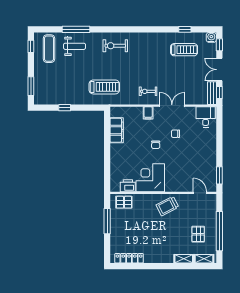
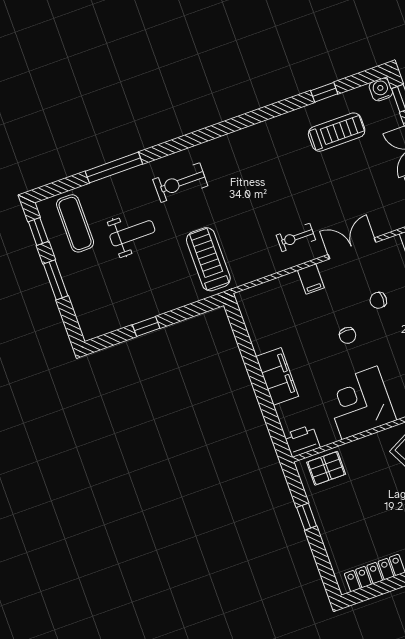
weight bench: (75, 46) -> (132, 233), moved
exercise bike: (115, 46) -> (180, 183), moved
window: (31, 86) -> (56, 280), moved
treadmill: (104, 87) -> (208, 259), turned -90
filing cabinet: (117, 130) -> (277, 376), moved
printer: (128, 186) -> (302, 441), moved
window: (107, 221) -> (307, 517), width x0.46

